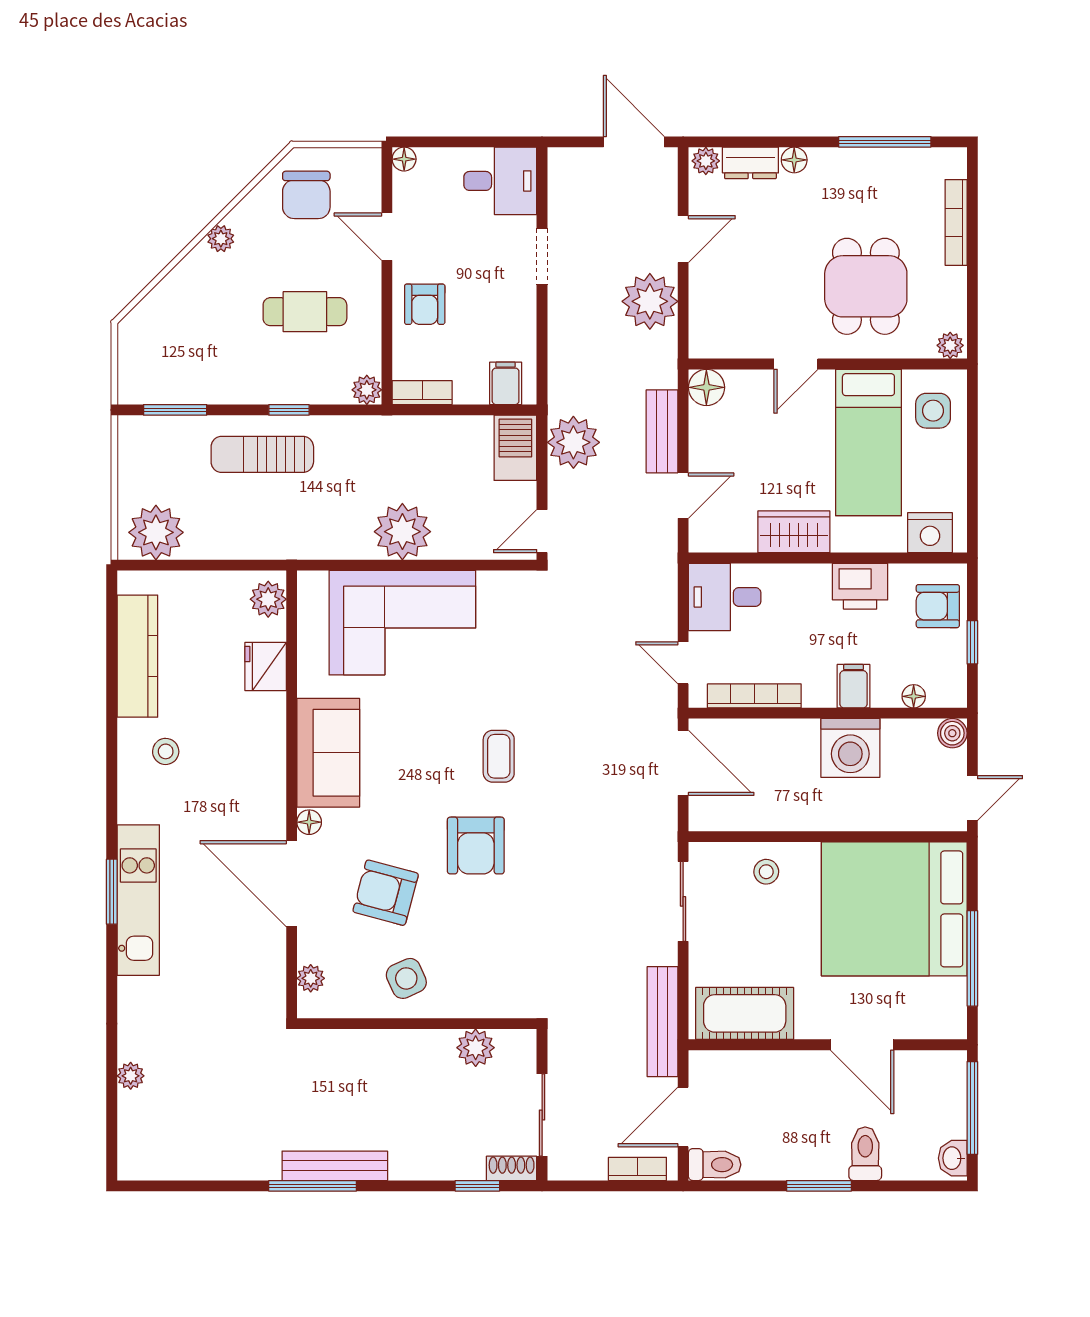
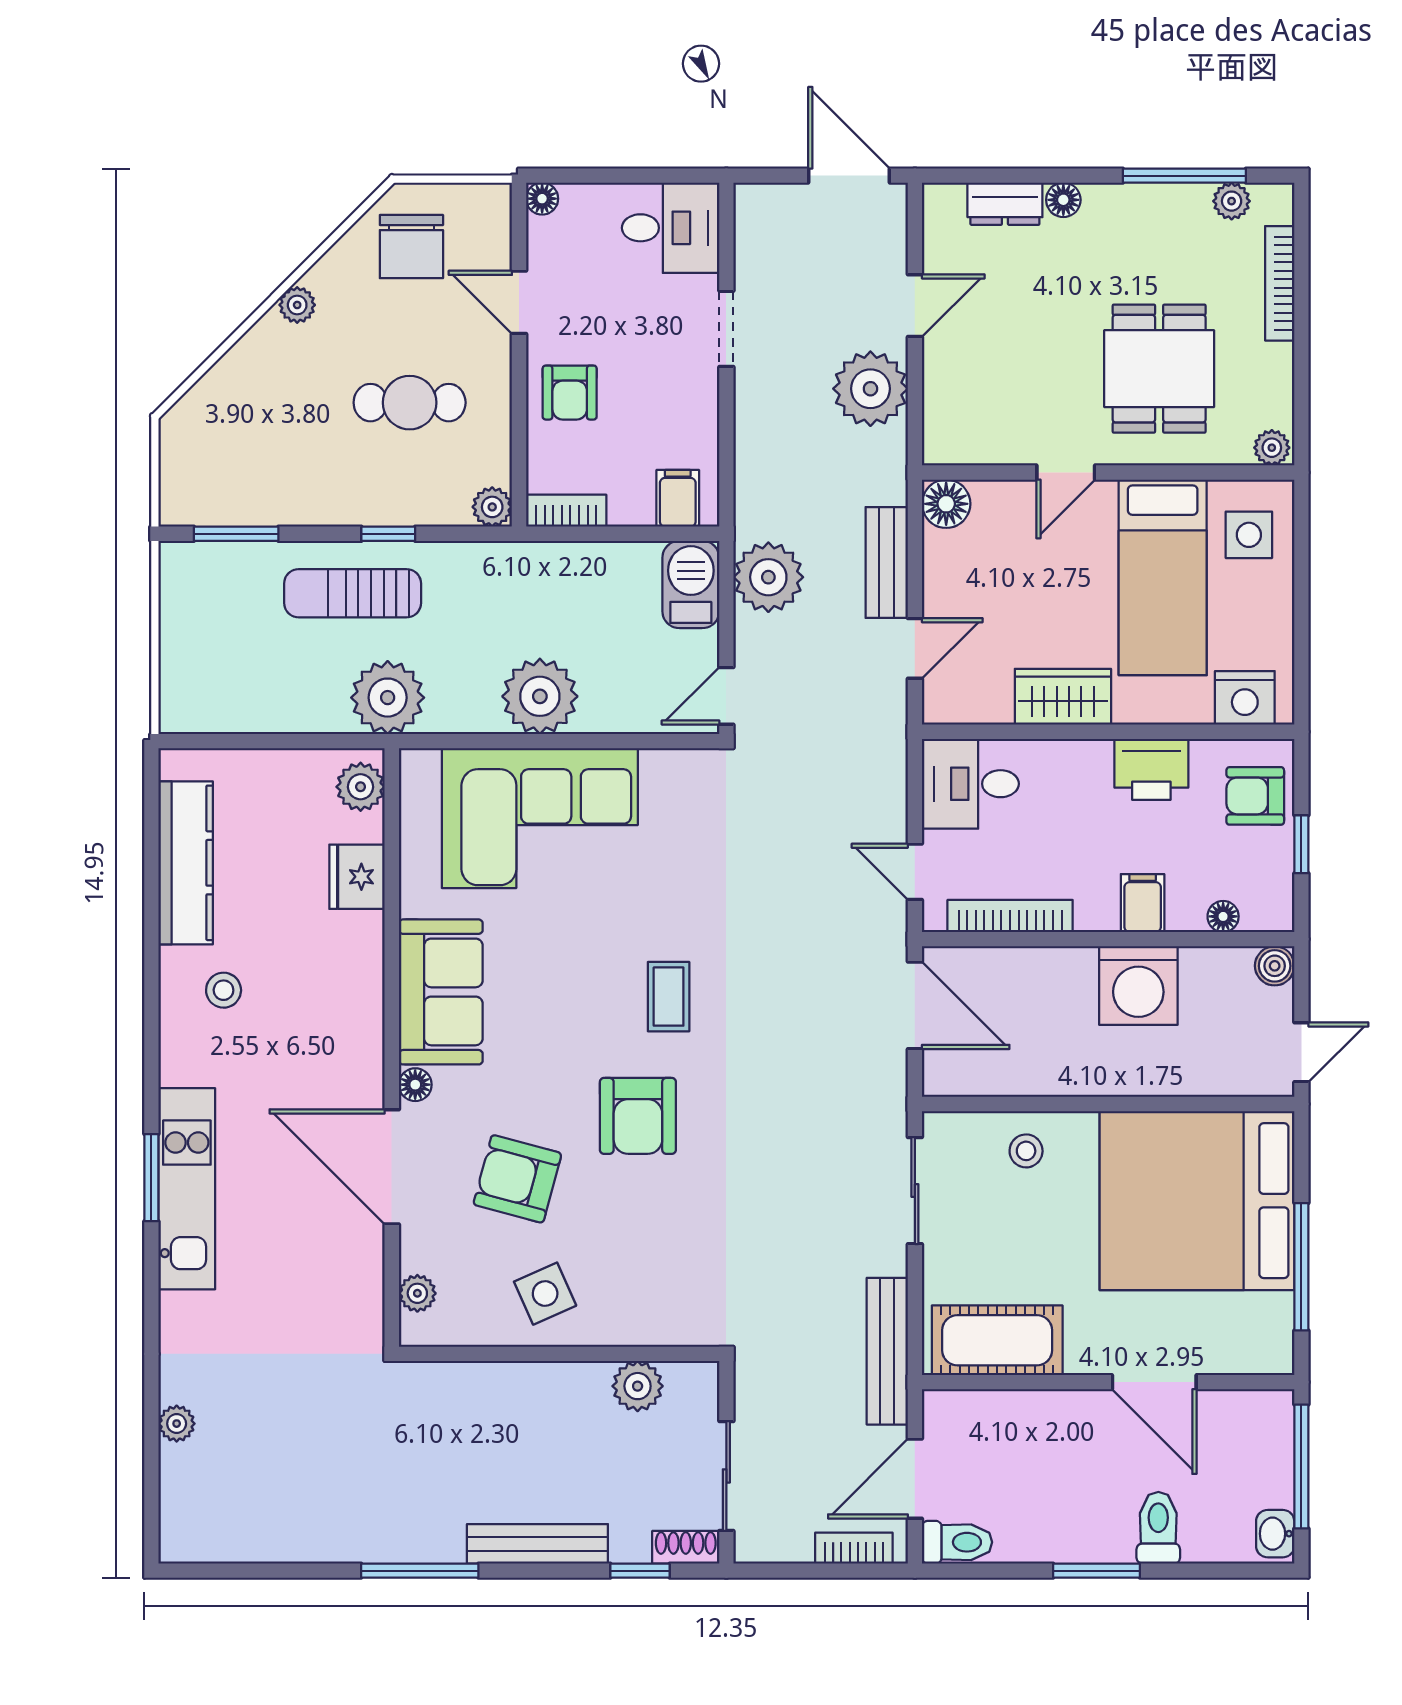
plant: (706, 161) -> (1232, 201), moved
plant: (156, 532) -> (388, 698), moved
bench: (335, 1166) -> (537, 1544), moved

